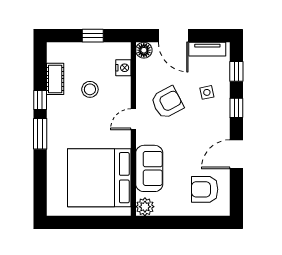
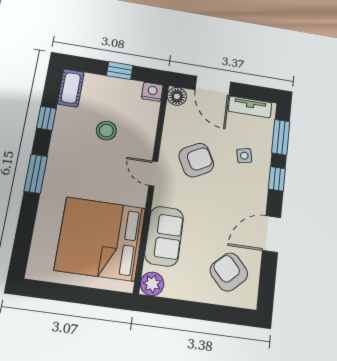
nightstand: (123, 68) -> (152, 92), moved, turned -90
window: (236, 71) -> (281, 137), width x1.50
cot: (55, 79) -> (71, 88), moved
window: (40, 100) -> (46, 118), moved
door: (133, 119) -> (153, 174), hinge flipped
armchair: (205, 189) -> (229, 272), turned 47

